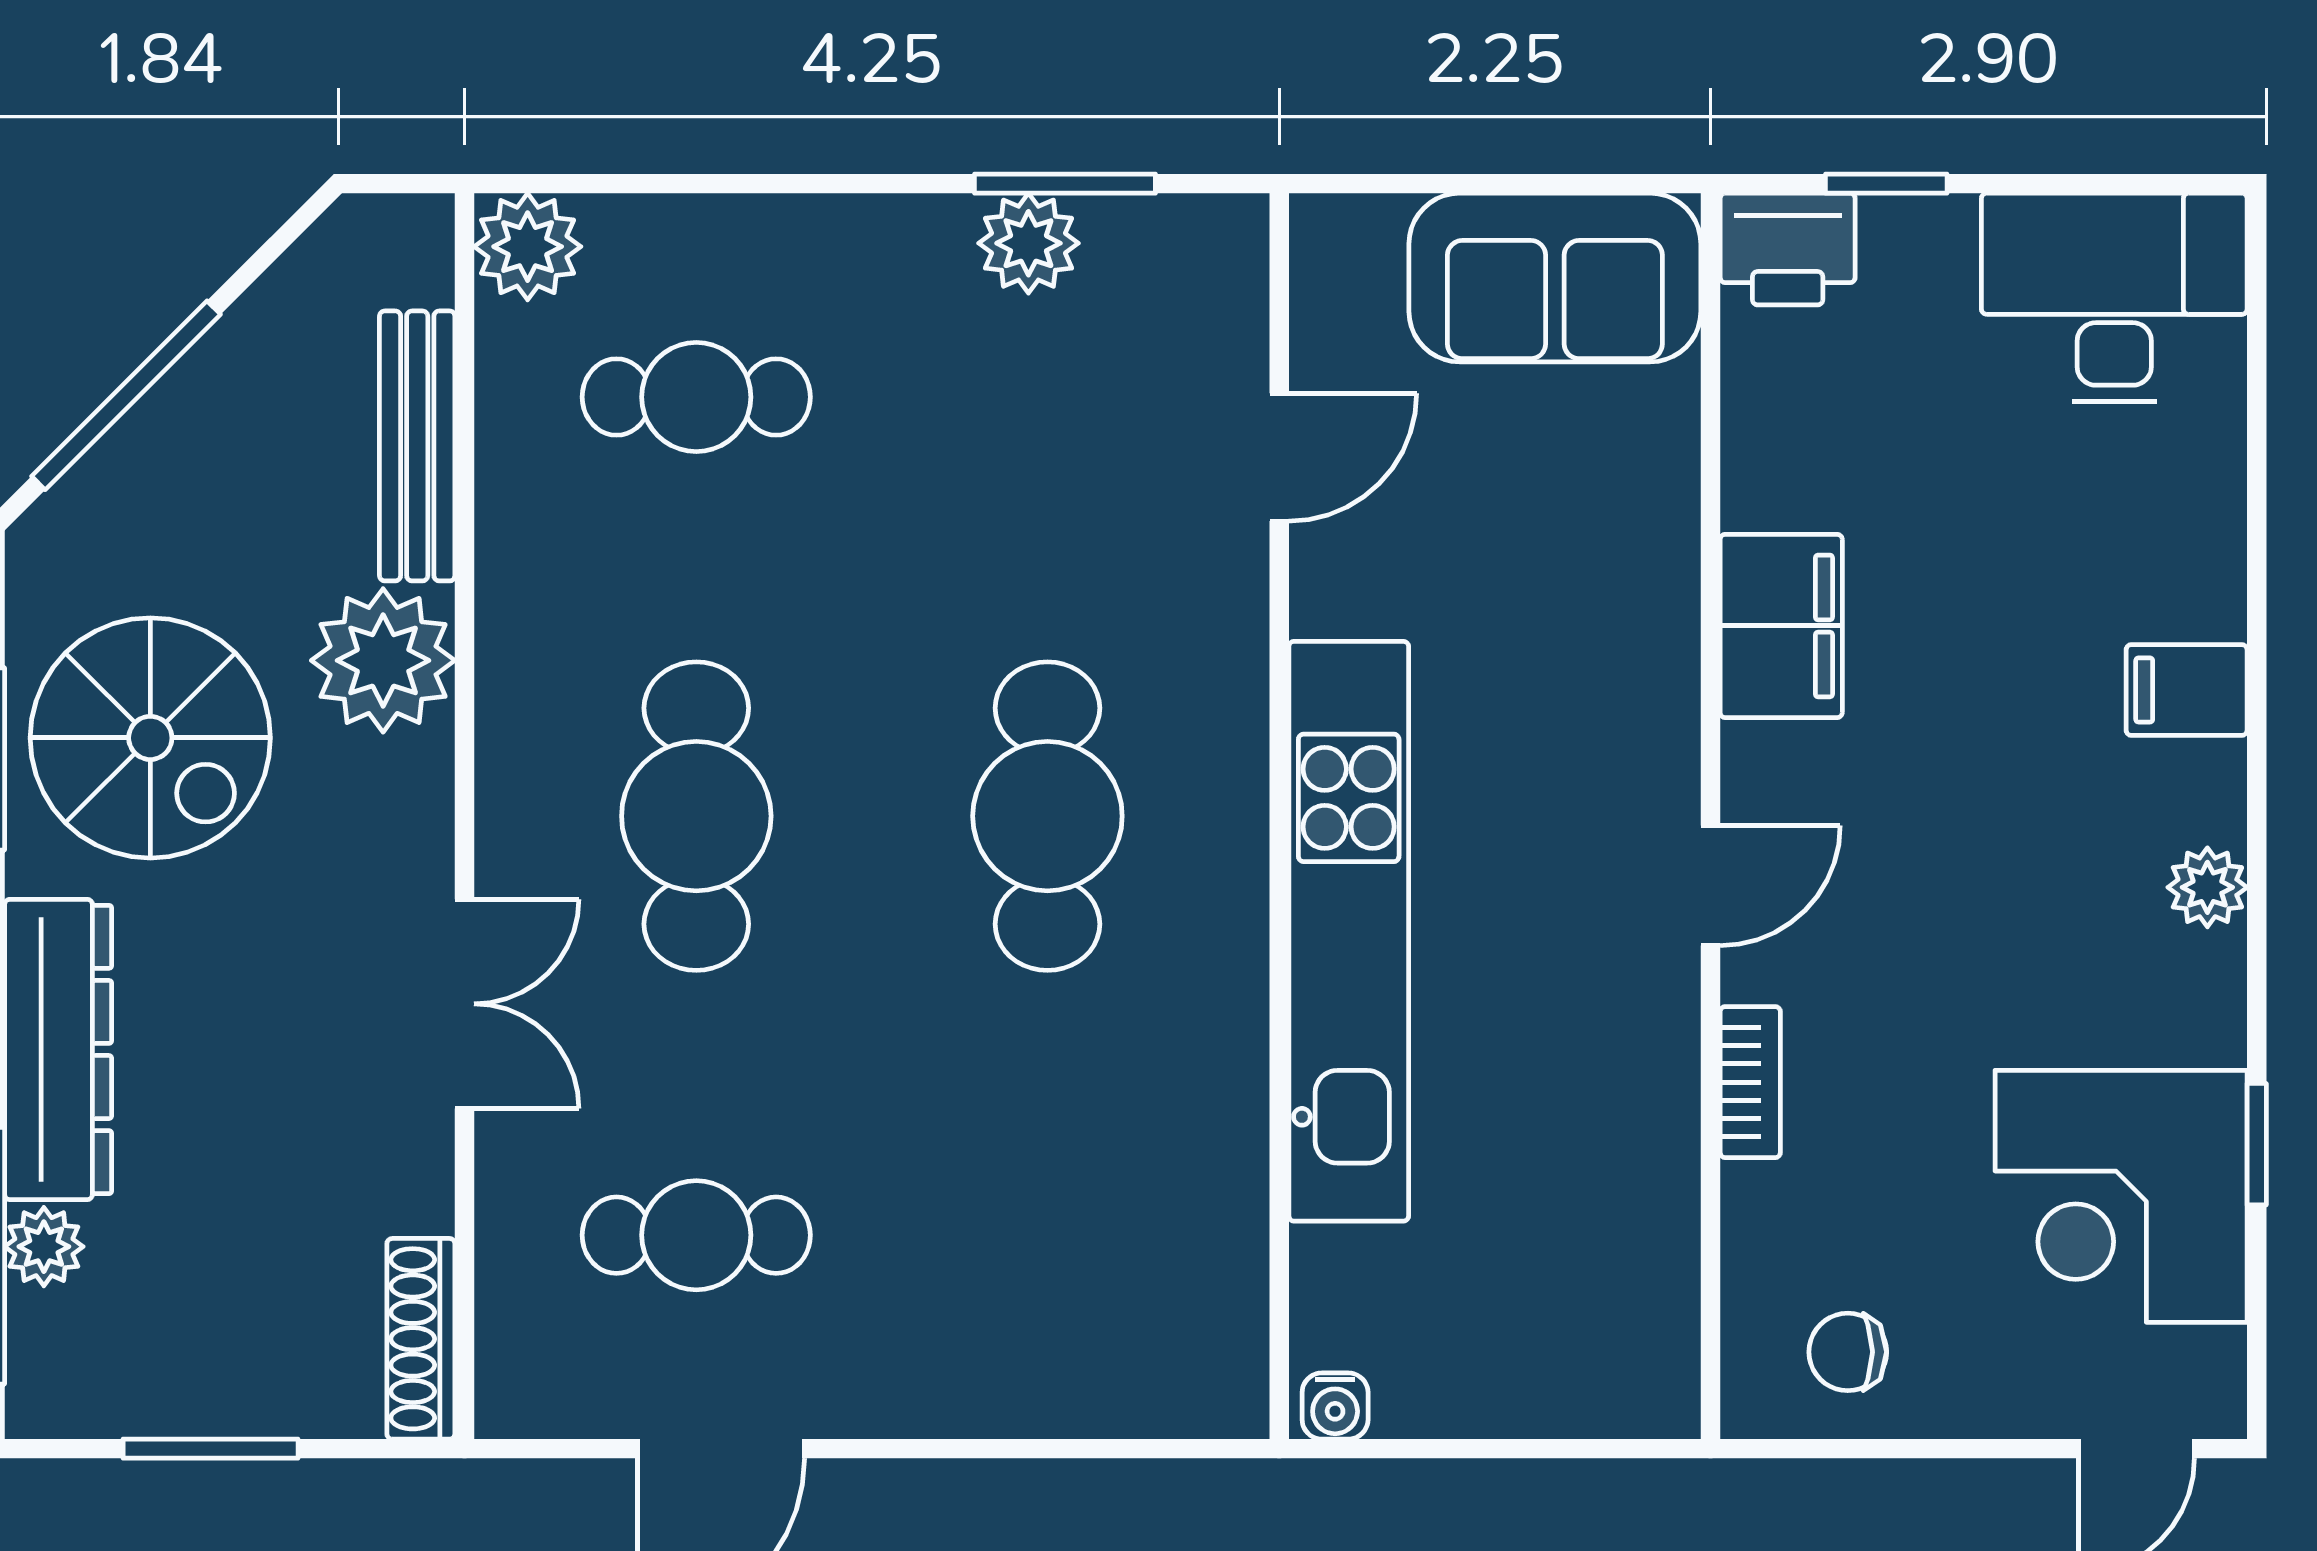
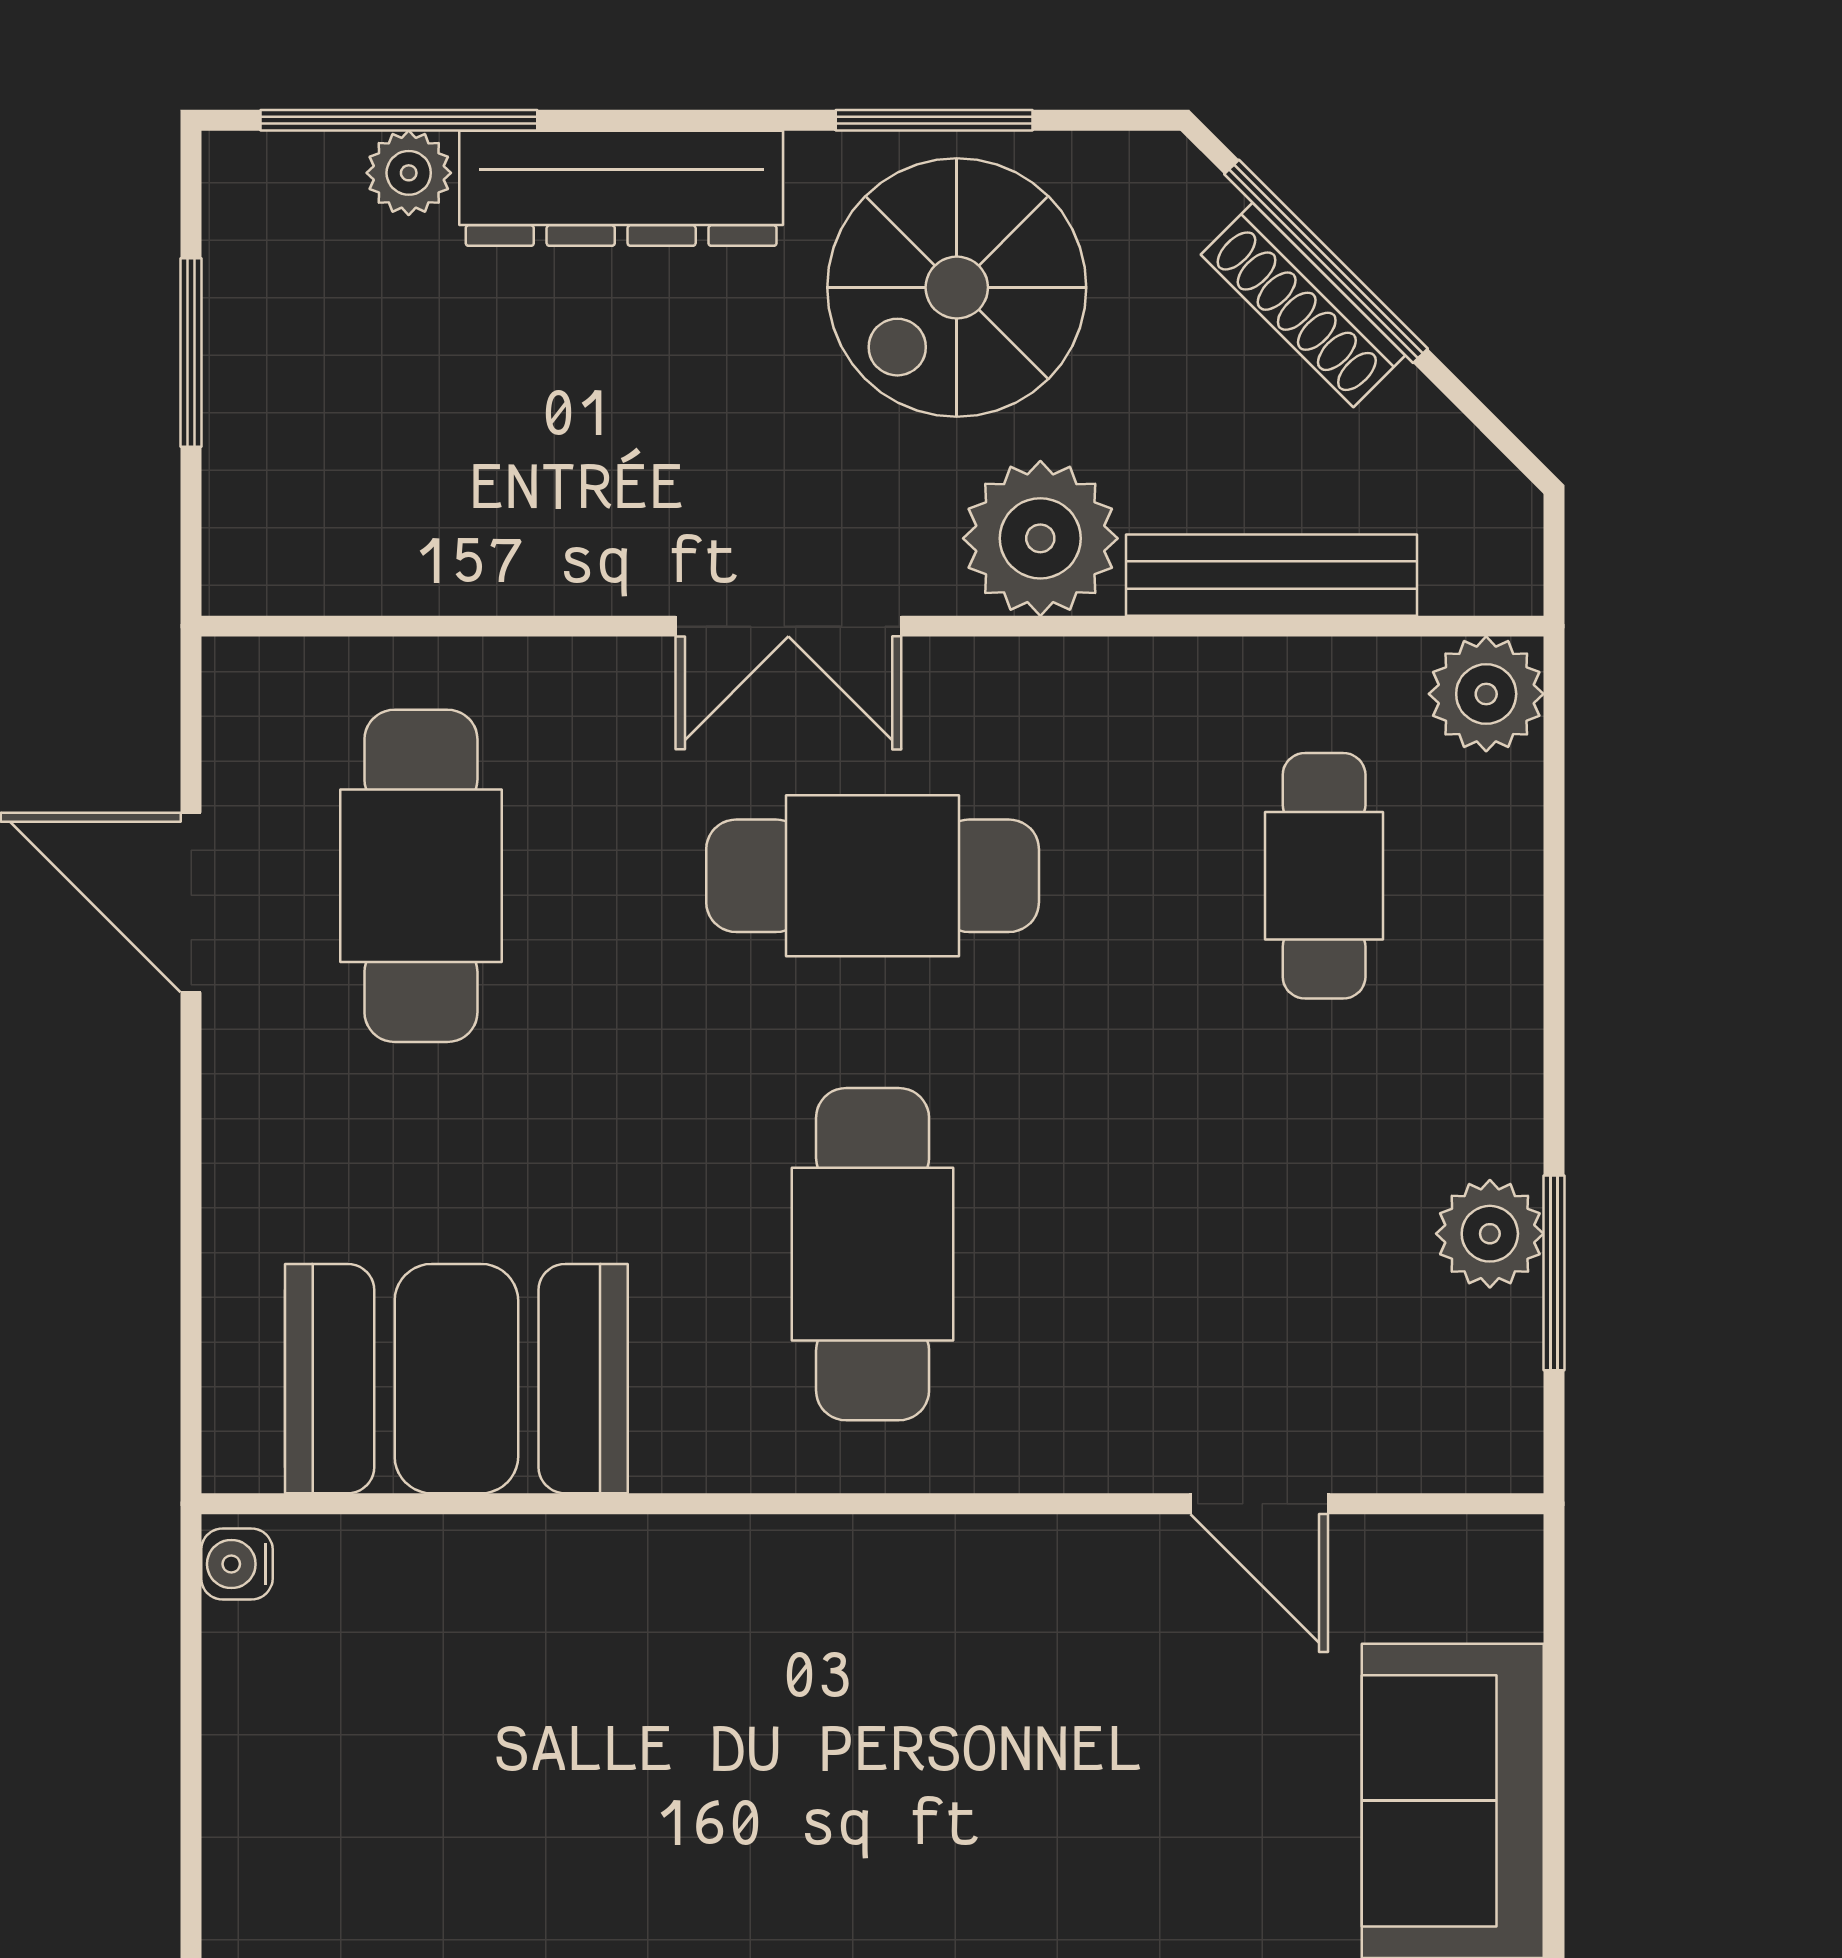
cafe table: (1047, 816) -> (873, 1254), turned 90
kitchen unit: (1349, 931) -> (749, 1579), removed
double door: (465, 1004) -> (788, 626), moved
booth: (1163, 1202) -> (456, 1379), added
cafe table: (696, 1235) -> (421, 876), width x1.37, depth x1.35
shoe rack: (421, 1339) -> (1303, 305), moved, turned -135

